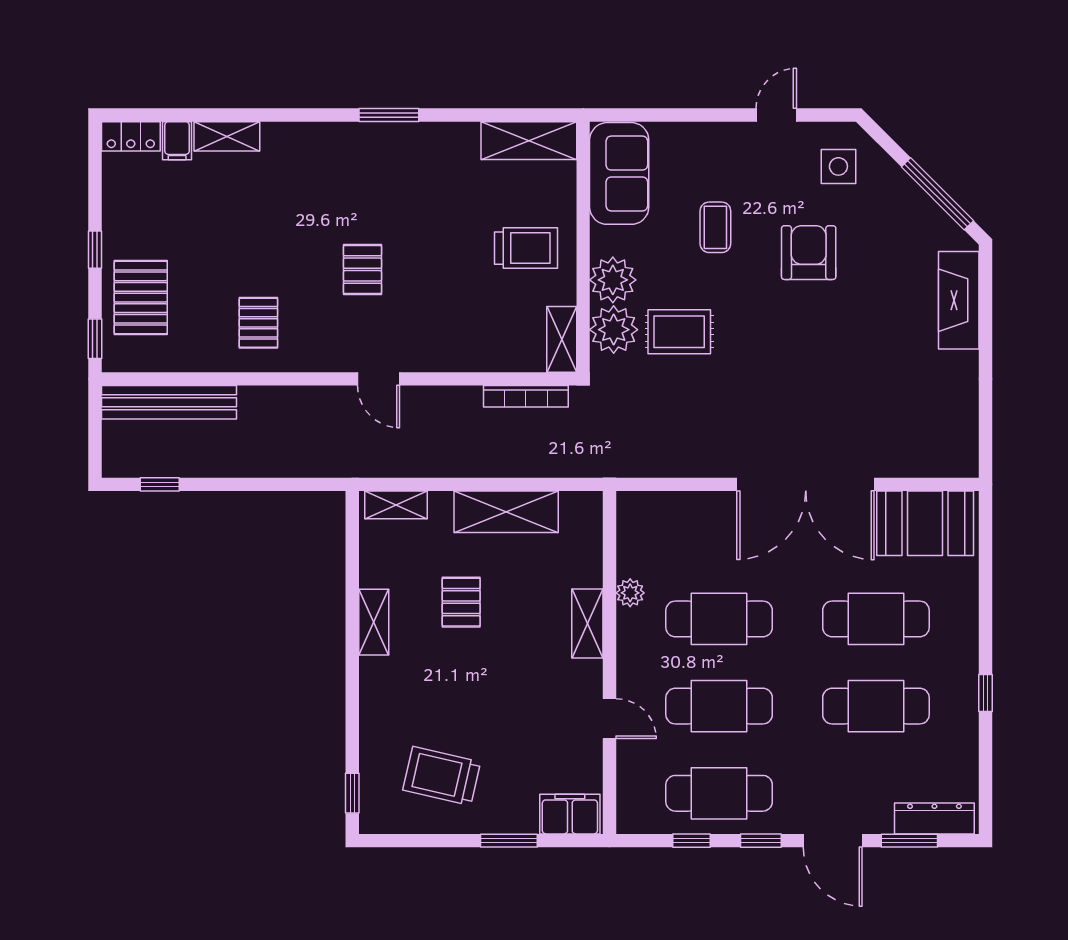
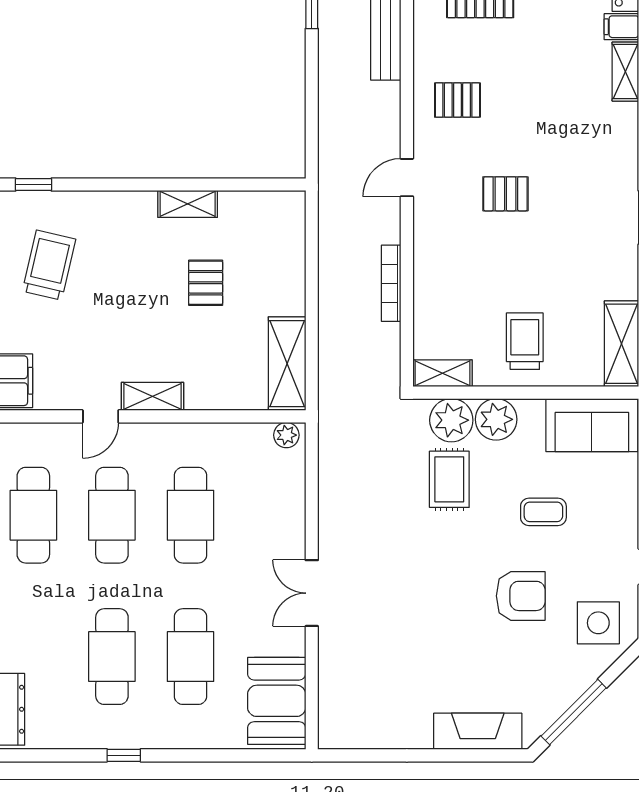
side table: (838, 166) -> (598, 623), width x1.37, depth x1.37
trolley: (526, 248) -> (525, 341), turned 180
door: (379, 379) -> (407, 178), moved
bookcase: (526, 396) -> (391, 283), moved
double door: (806, 484) -> (312, 593), width x0.54
shelving: (396, 505) -> (293, 224), removed
shelving: (506, 512) -> (287, 364), moved
plant: (630, 593) -> (286, 435), moved
pallet: (461, 602) -> (206, 283), turned 90
shelving: (587, 624) -> (152, 396), moved

